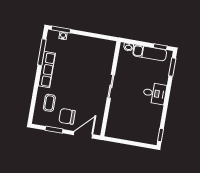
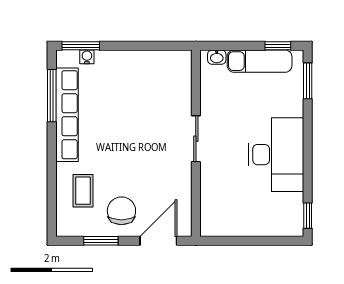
row of seats: (47, 69) -> (67, 115), width x1.36
desk: (155, 93) -> (276, 155), width x1.87, depth x1.30
chair: (67, 116) -> (121, 211), turned 90

